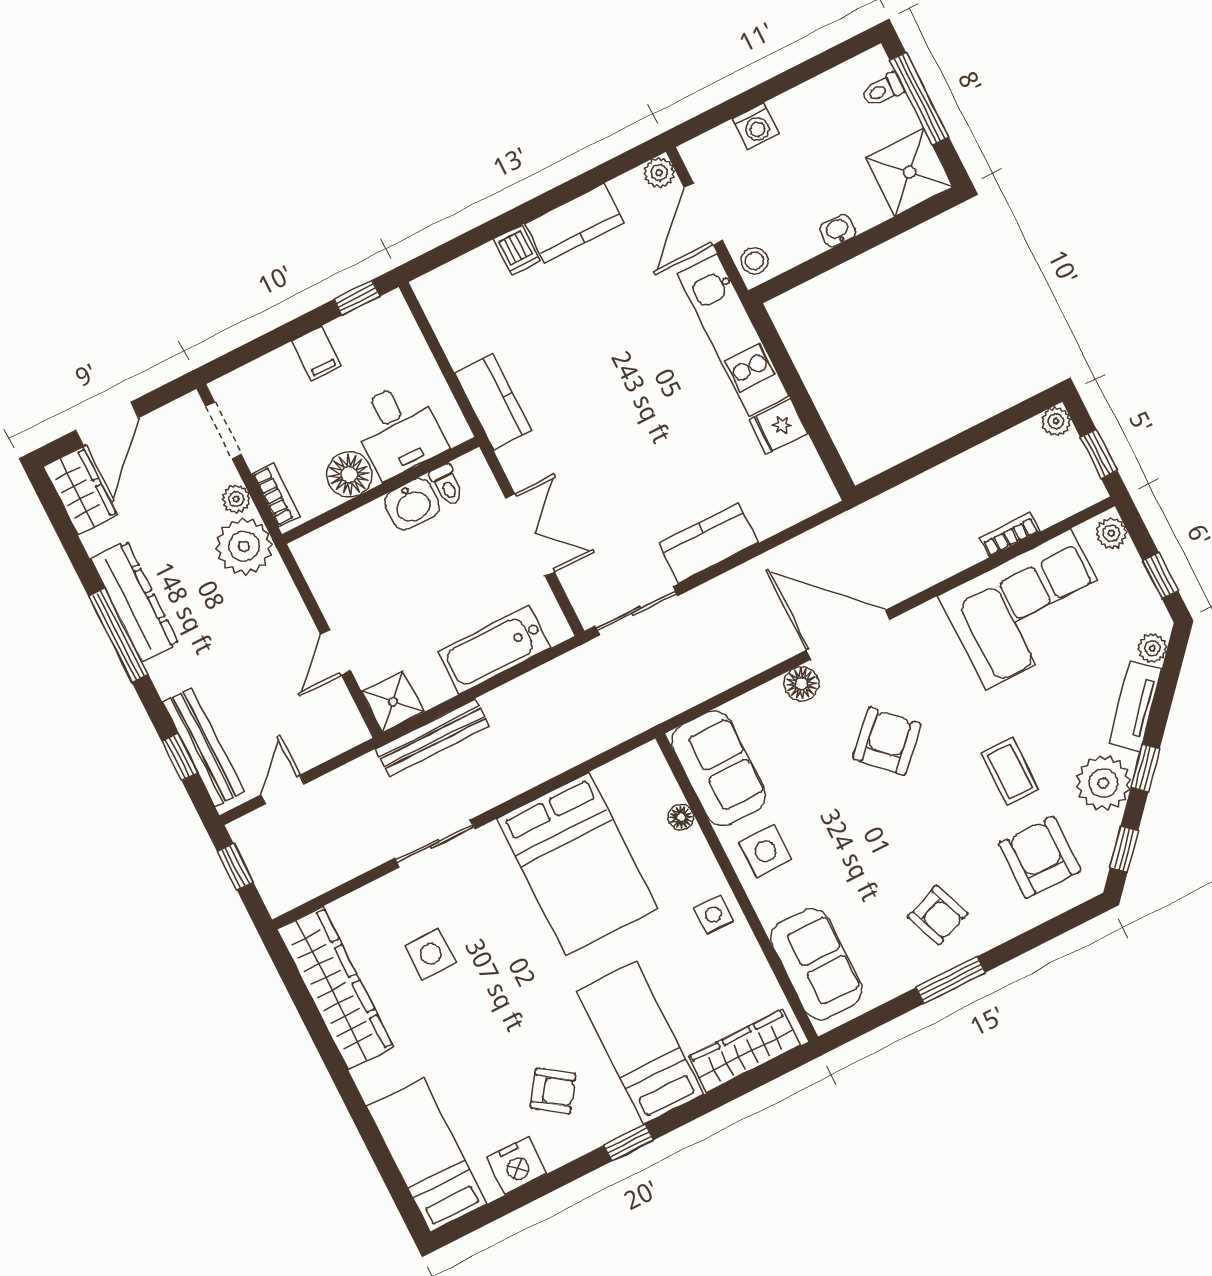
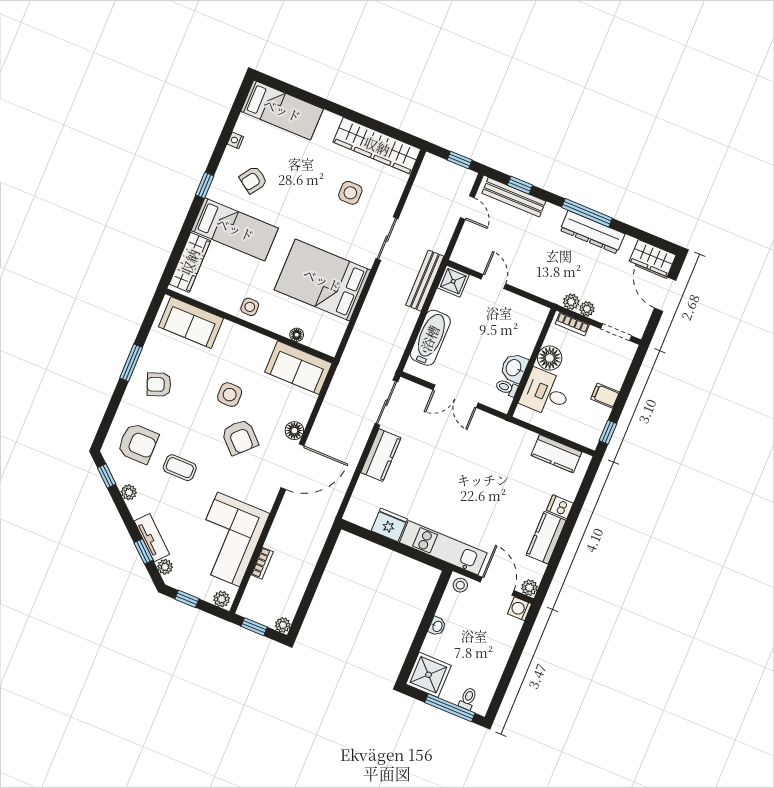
washing machine: (756, 126) -> (519, 609), moved
kitchen counter: (493, 402) -> (556, 454), moved
fridge: (778, 427) -> (389, 525), width x1.38
plant: (244, 546) -> (571, 302), width x0.53, depth x0.53
window: (1145, 768) -> (144, 551), moved
plant: (1103, 783) -> (129, 492), width x0.53, depth x0.53
side table: (765, 851) -> (230, 395), moved
nightstand: (516, 1166) -> (235, 140), width x0.53, depth x0.56

